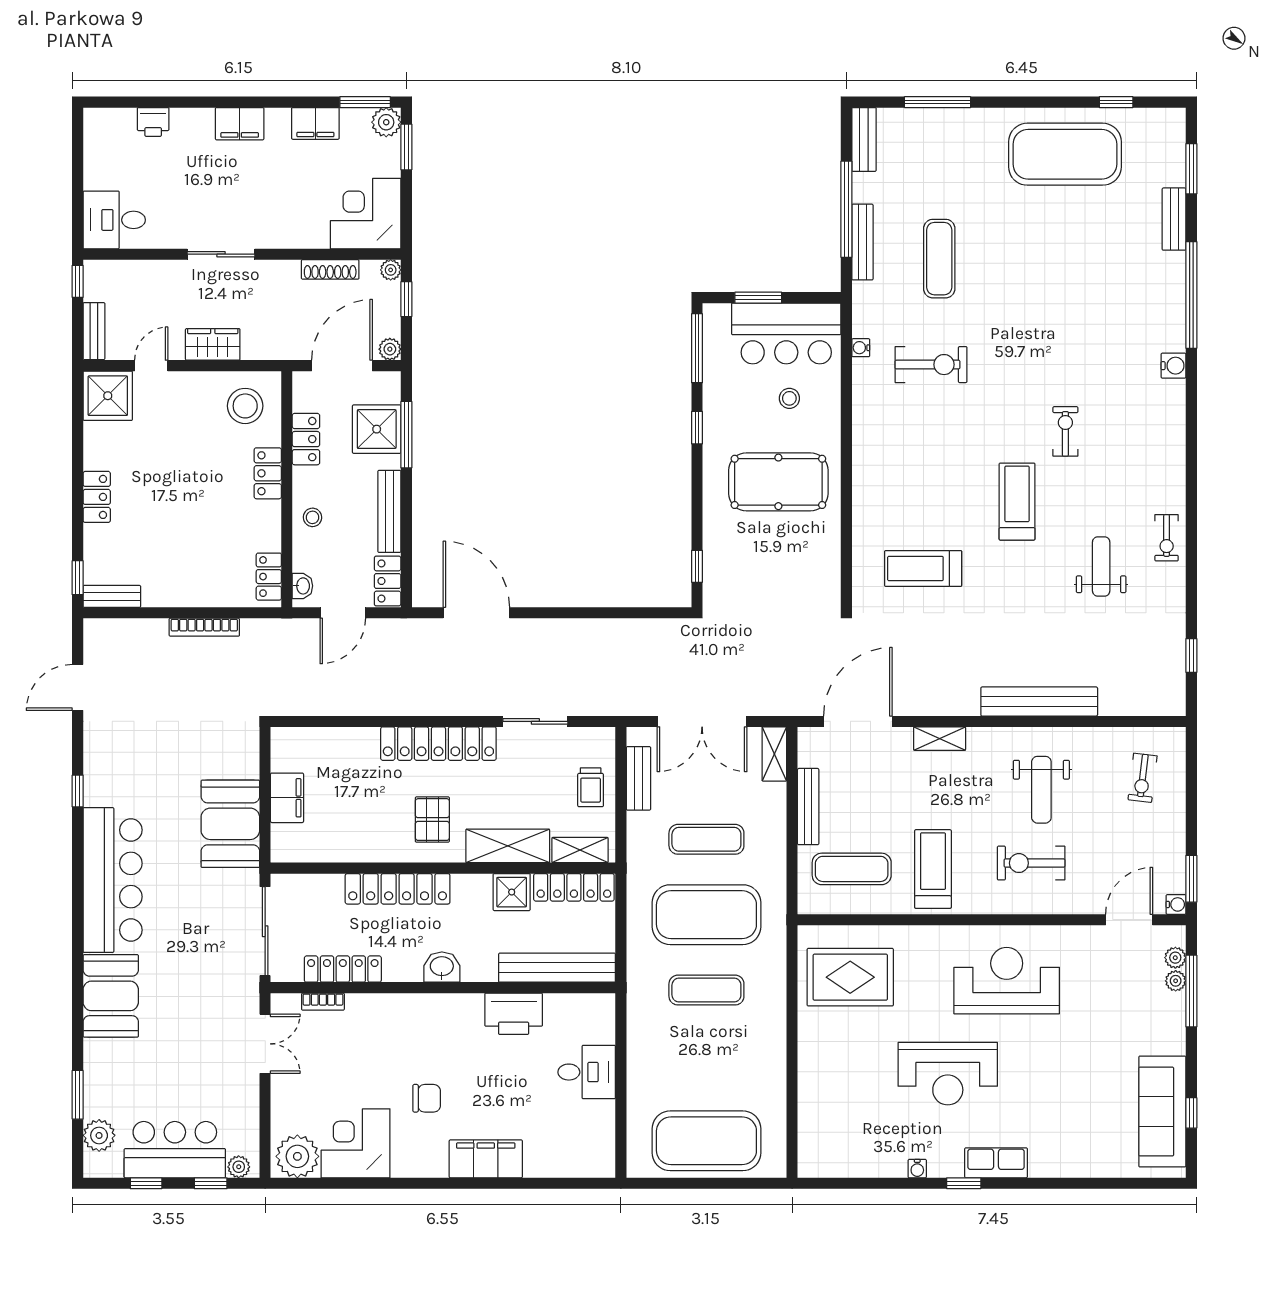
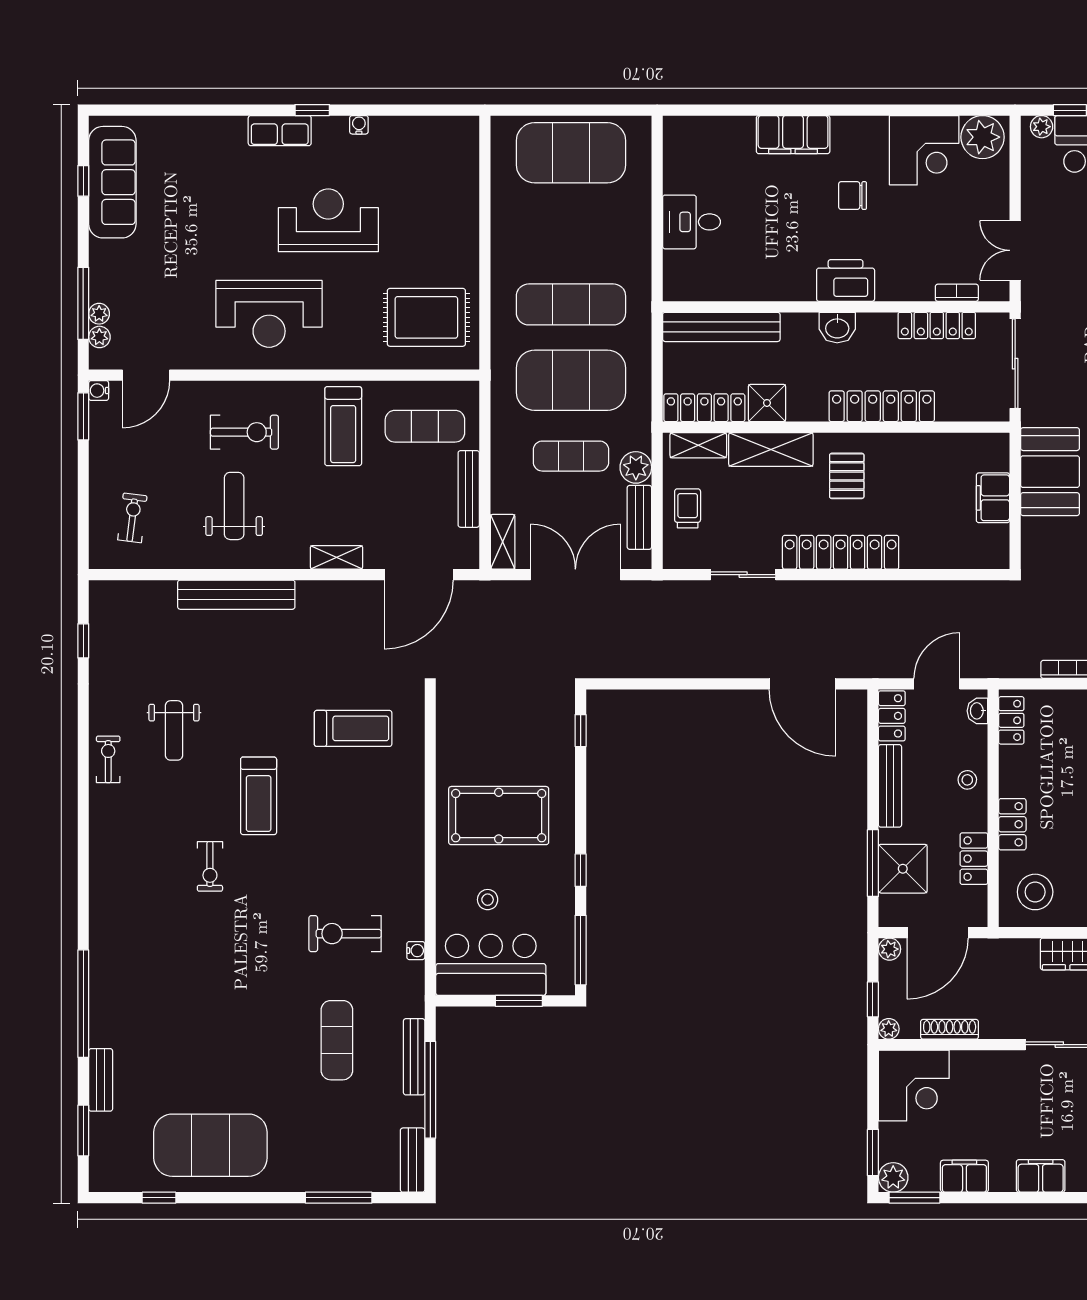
water cooler: (1174, 366) -> (101, 933), removed
plant: (642, 828) -> (636, 467), added
exercise mat: (706, 990) -> (571, 304), width x1.36, depth x1.45
printer: (514, 1014) -> (846, 281), moved

